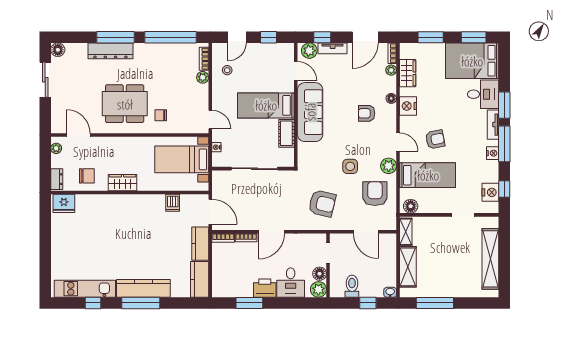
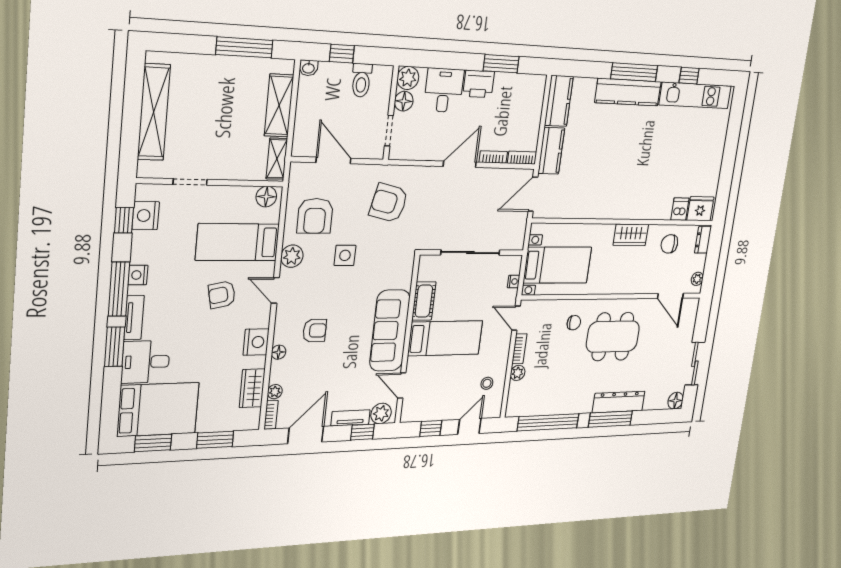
bookcase: (204, 59) -> (519, 349), moved
dishwasher: (173, 203) -> (680, 209), moved
door: (210, 212) -> (533, 194), hinge flipped

